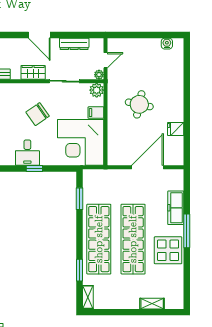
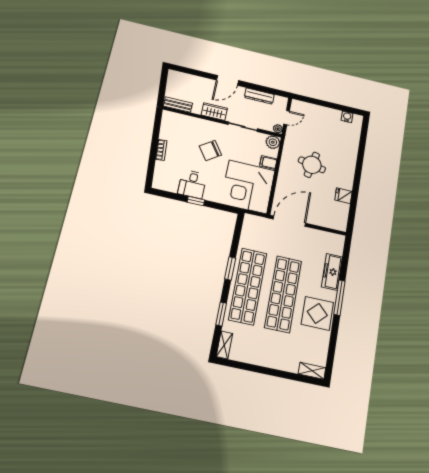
door: (39, 35) -> (227, 80), hinge flipped
door: (147, 167) -> (289, 221), moved
window: (79, 199) -> (230, 268), moved
shelving: (152, 304) -> (312, 371), moved

